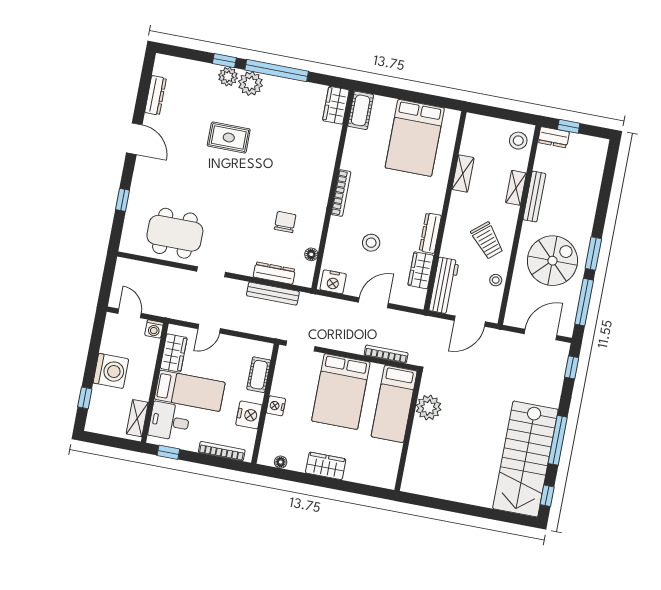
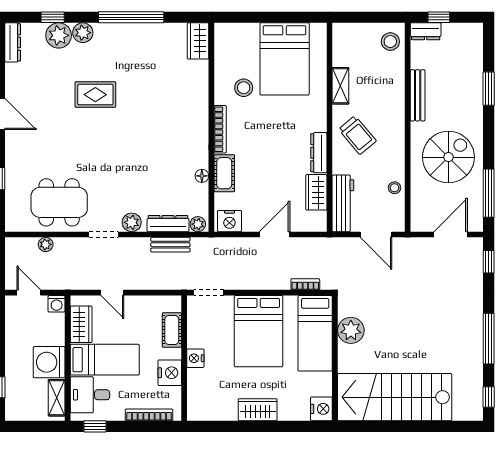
window: (224, 61) -> (53, 17), moved
plant: (251, 84) -> (59, 35), moved
dresser: (155, 95) -> (13, 42), moved
cot: (361, 110) -> (224, 173), moved
shelving: (516, 188) -> (397, 90), removed
chair: (285, 222) -> (169, 170), removed
trolley: (487, 241) -> (357, 135), moved
stool: (371, 243) -> (244, 88), moved
floor lamp: (311, 254) -> (202, 176), moved
window: (593, 254) -> (489, 89), moved
plant: (240, 265) -> (132, 222), added
plant: (154, 271) -> (46, 244), added
plant: (303, 279) -> (198, 224), added
bench: (273, 294) -> (170, 245), width x0.73
door: (470, 321) -> (376, 235), hinge flipped
door: (209, 329) -> (112, 293), hinge flipped
bookcase: (386, 354) -> (305, 284), width x0.64
washing machine: (111, 371) -> (49, 362), moved, turned 180
stairs: (525, 459) -> (395, 397), moved, turned 90
floor lamp: (281, 462) -> (211, 415), removed
nightstand: (386, 477) -> (321, 409), added

